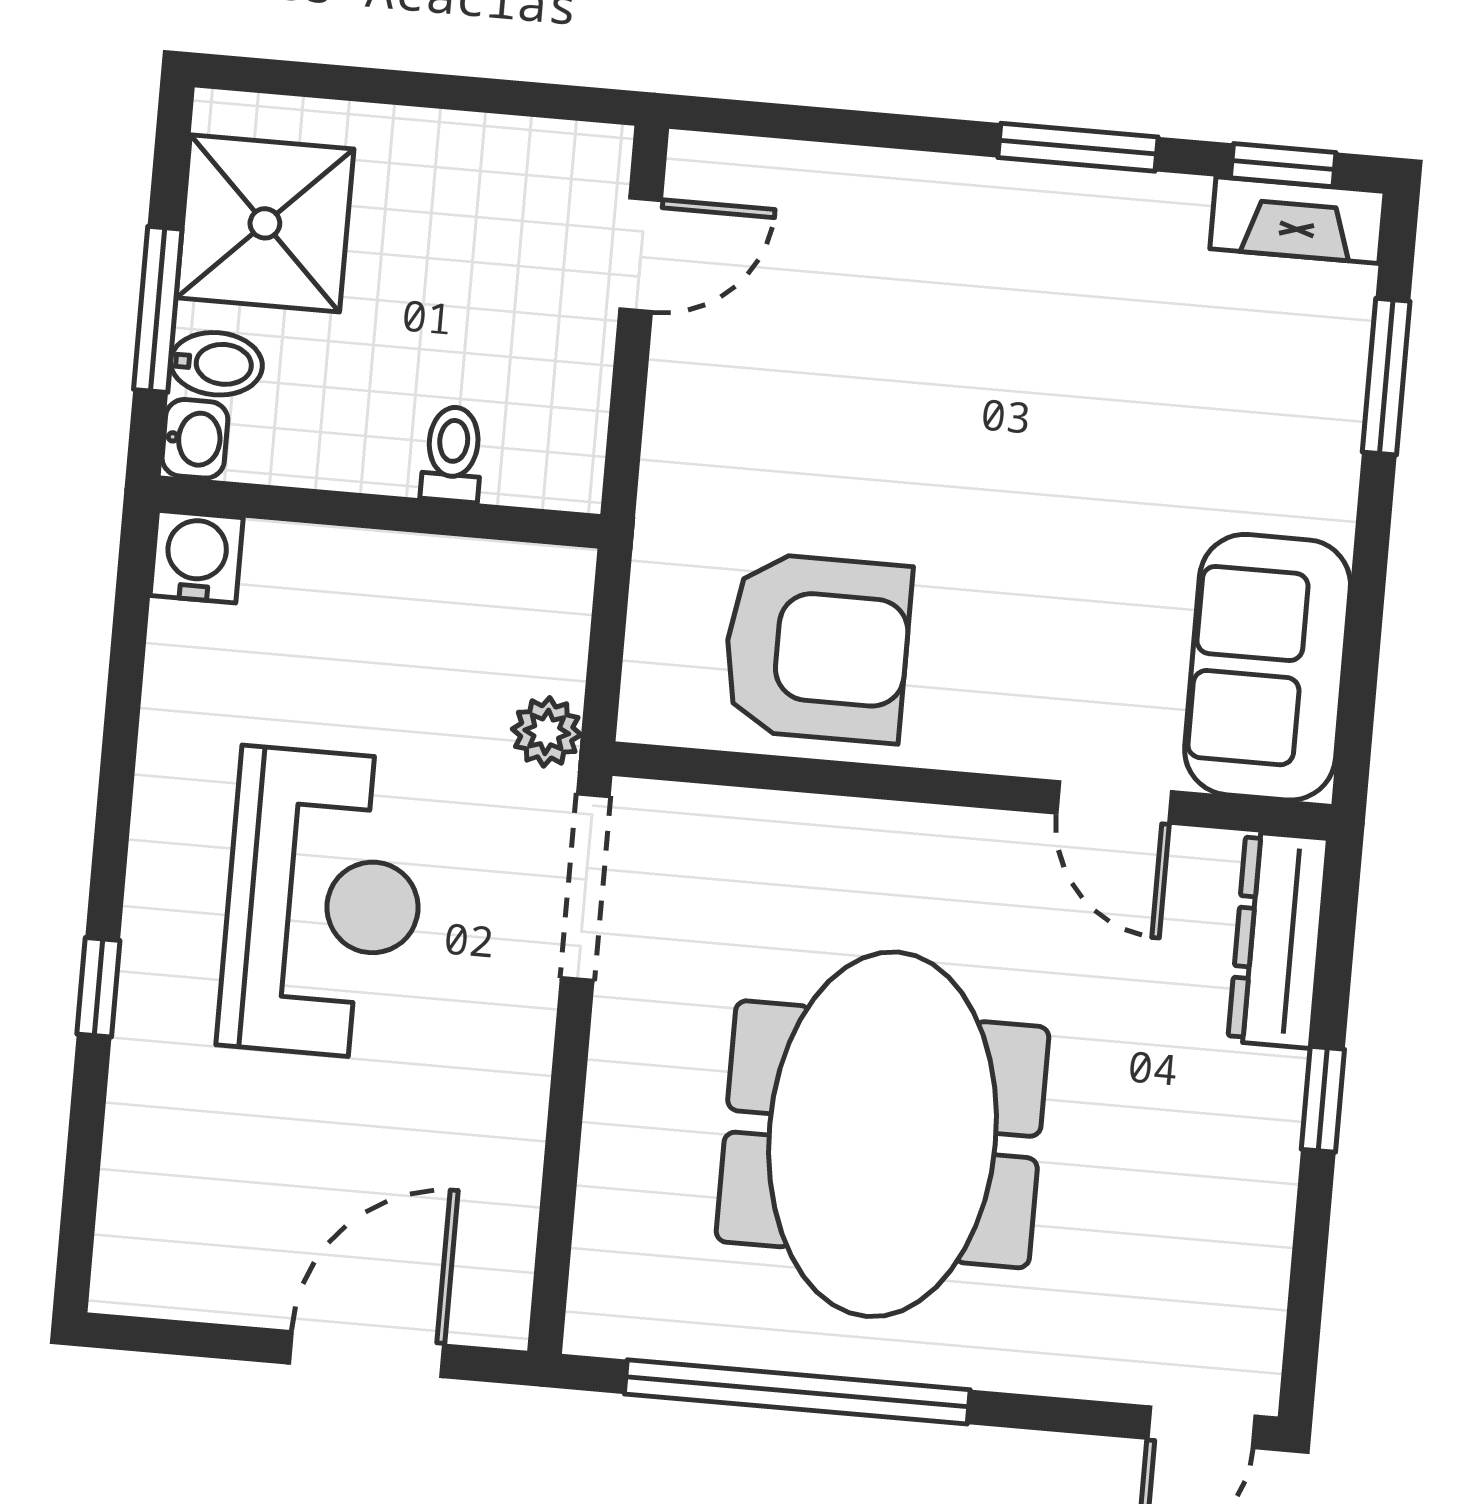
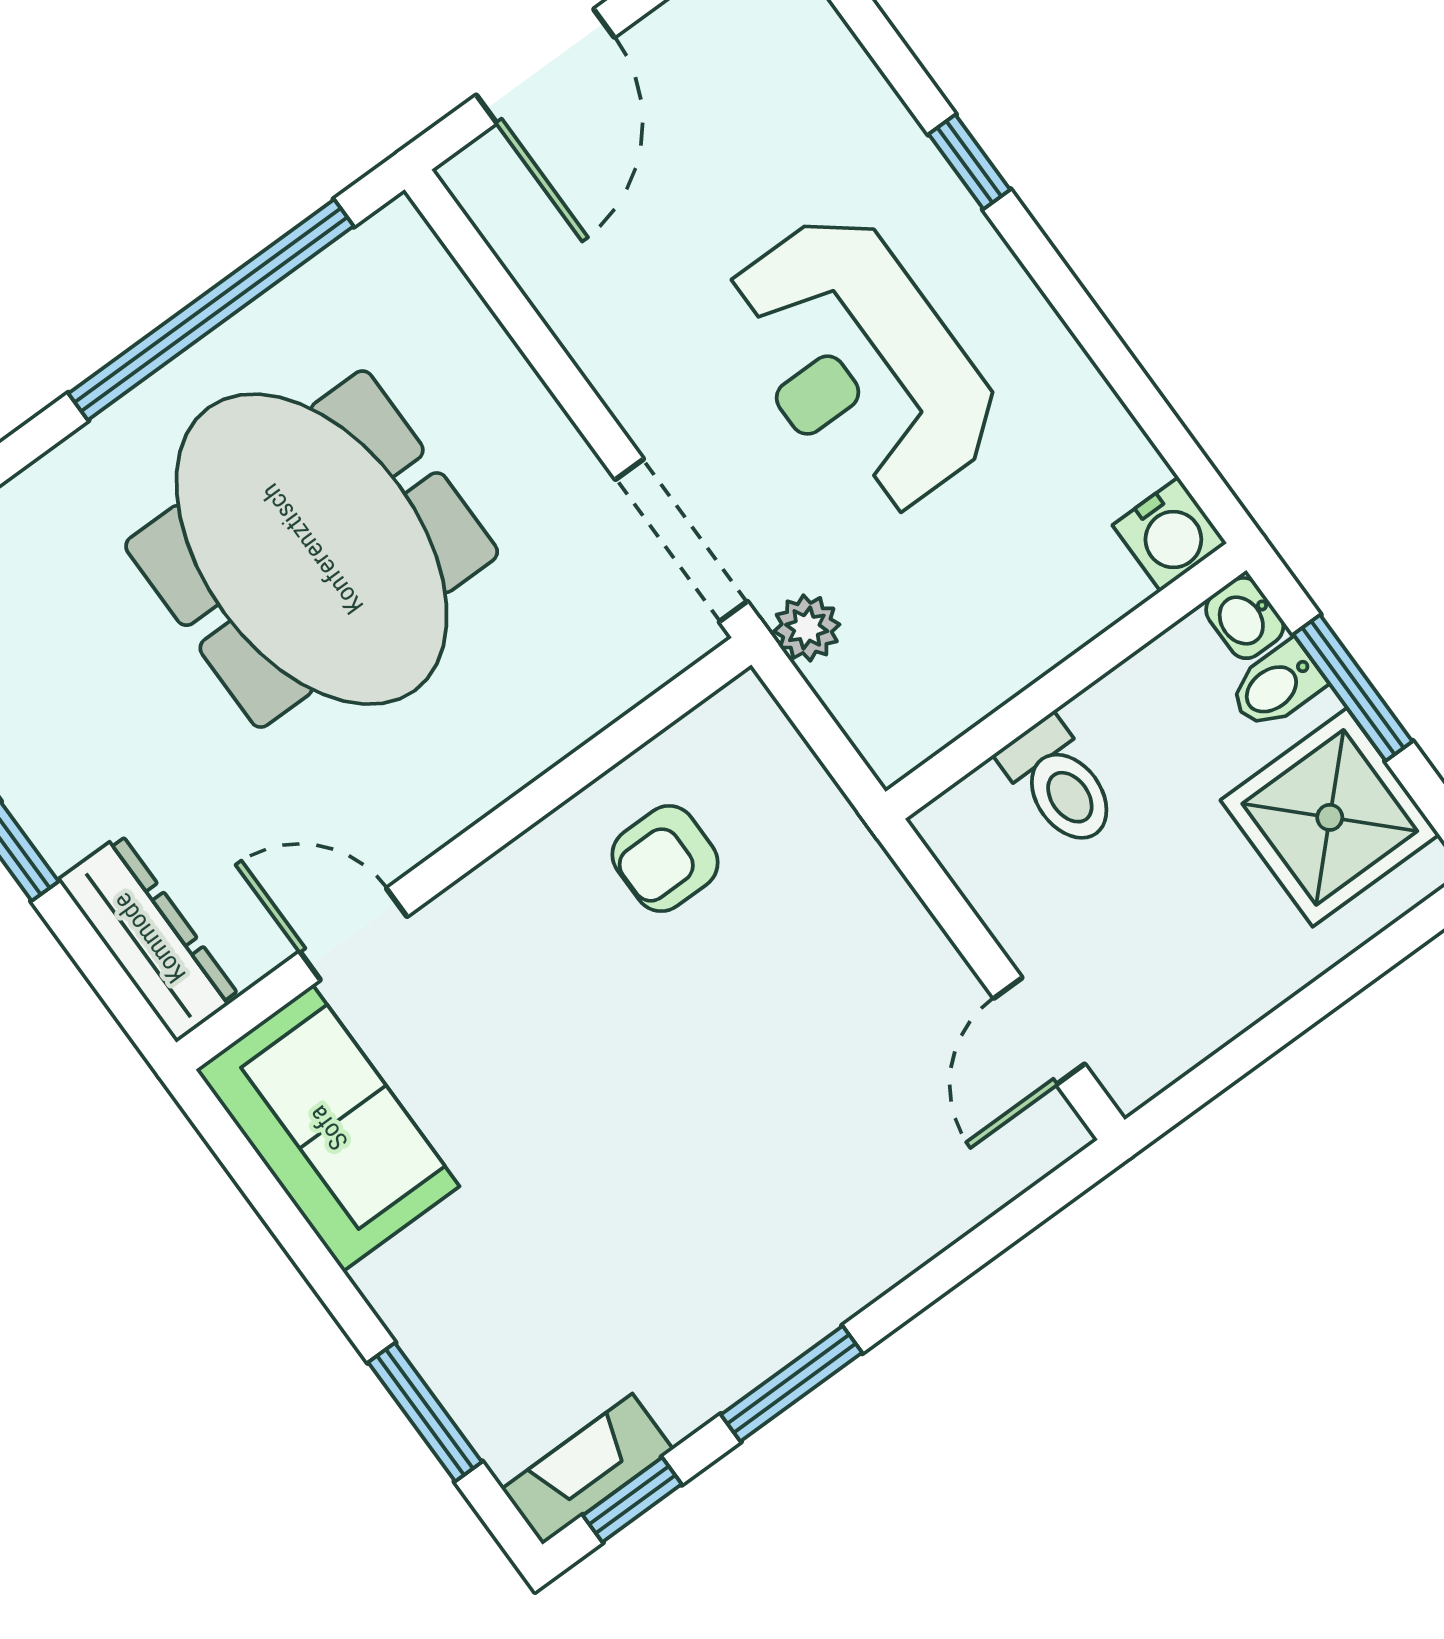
toilet: (453, 454) -> (1060, 783), width x1.37, depth x1.39
armchair: (817, 648) -> (665, 859), width x0.53, depth x0.53

